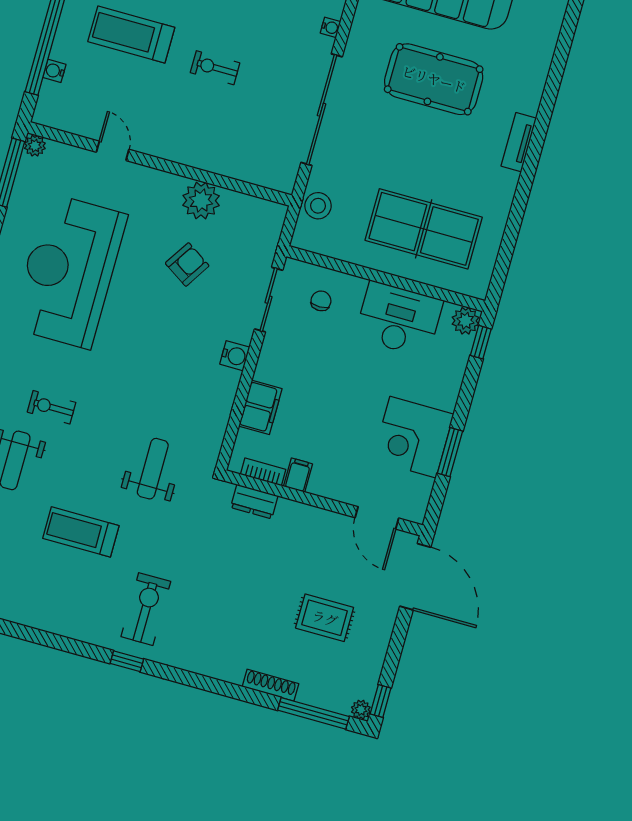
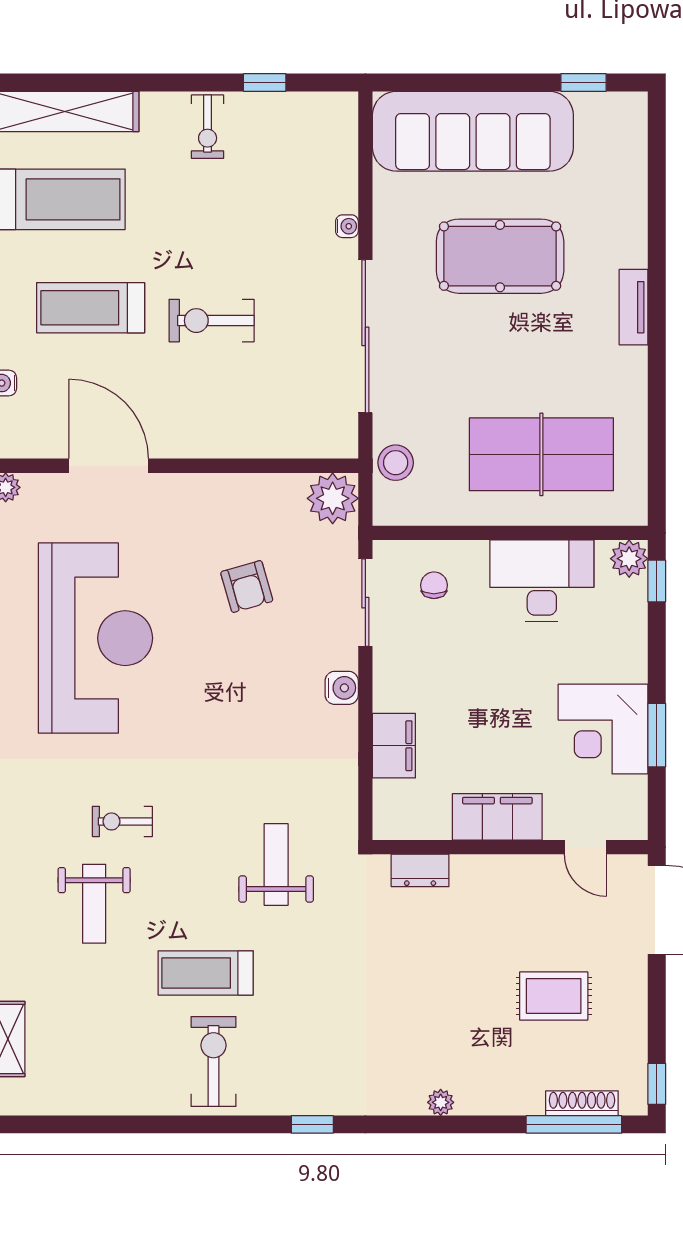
exercise bike: (215, 68) -> (212, 321), width x1.38, depth x1.39
door: (113, 151) -> (109, 466), width x1.88
plant: (201, 201) -> (333, 498), moved
armchair: (187, 264) -> (247, 586), turned 131
reception desk: (69, 271) -> (95, 638), turned 180
bookcase: (263, 472) -> (421, 829), removed
filing cabinet: (298, 475) -> (497, 817), width x3.00, depth x1.17
door: (377, 518) -> (585, 847), width x0.73
exercise bike: (146, 609) -> (213, 1061), moved
shoe rack: (271, 685) -> (582, 1103), moved
plant: (361, 710) -> (441, 1102), moved

